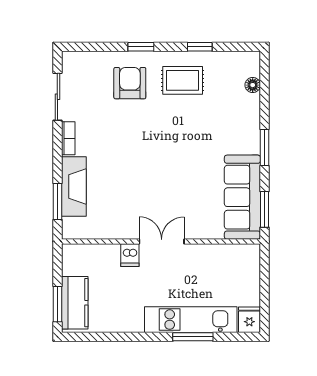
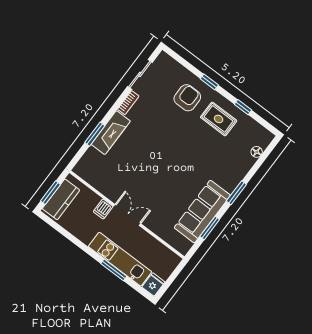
wall: (161, 241) -> (127, 215), moved
double door: (162, 241) -> (127, 215), moved
dishwasher: (130, 255) -> (103, 209), moved

